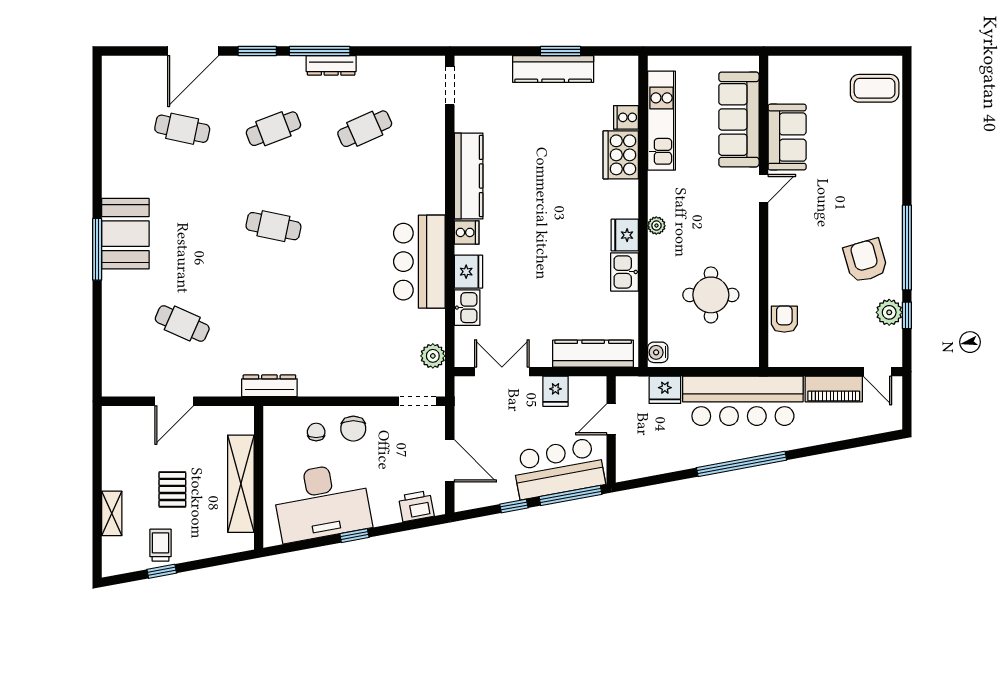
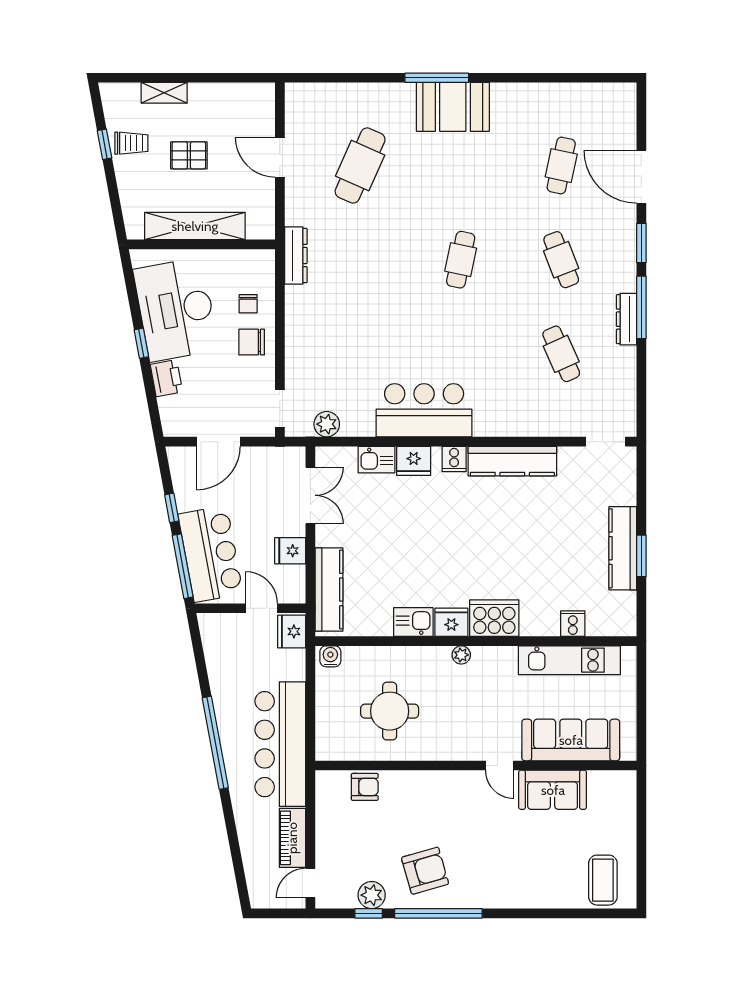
cooker: (621, 155) -> (494, 618), moved
cafe table: (182, 324) -> (360, 166), width x1.37, depth x1.35
fridge: (665, 390) -> (292, 631), moved
chair: (316, 432) -> (248, 304), turned 90
printer: (416, 506) -> (166, 378), moved

